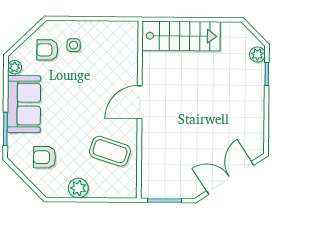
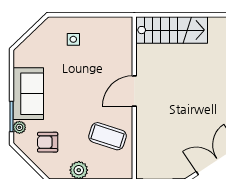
armchair: (47, 50) -> (49, 44), removed
plant: (15, 67) -> (19, 127), moved

